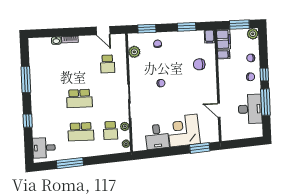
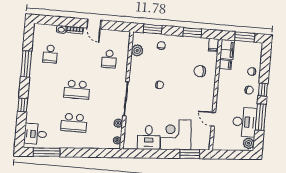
door: (103, 31) -> (94, 24), moved
plant: (253, 34) -> (249, 143), moved
school desk: (110, 130) -> (50, 54), moved
window: (70, 163) -> (47, 152), moved

